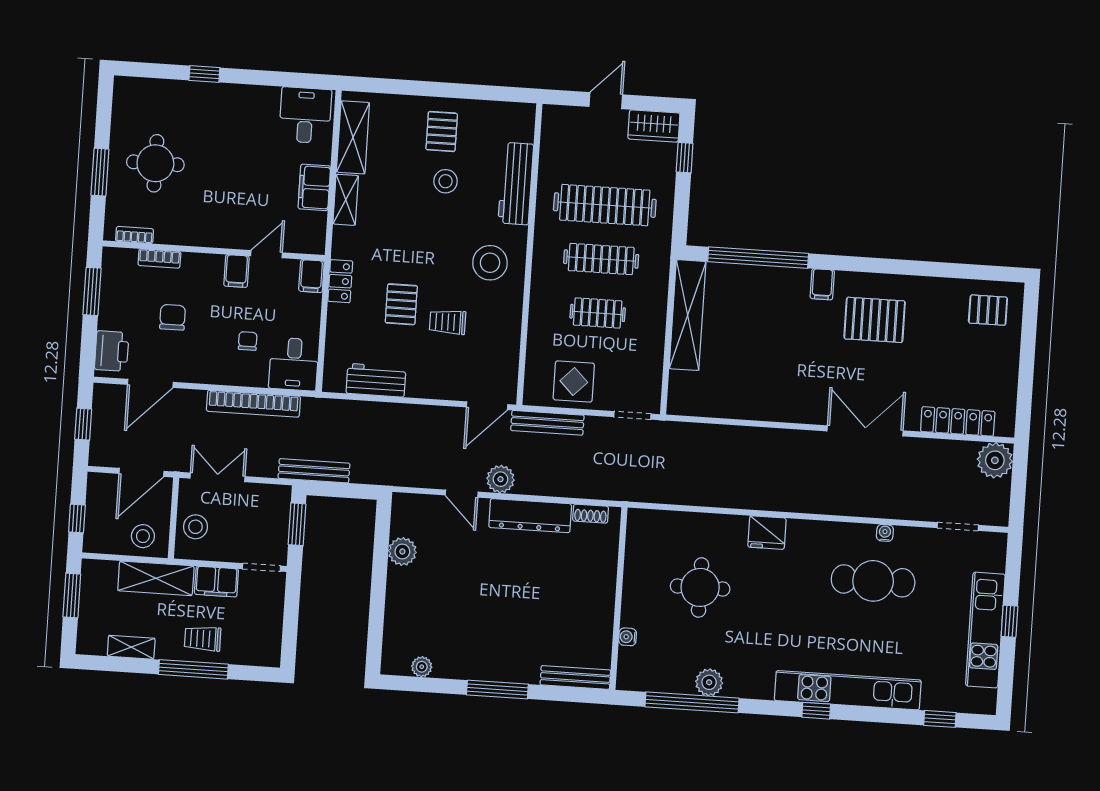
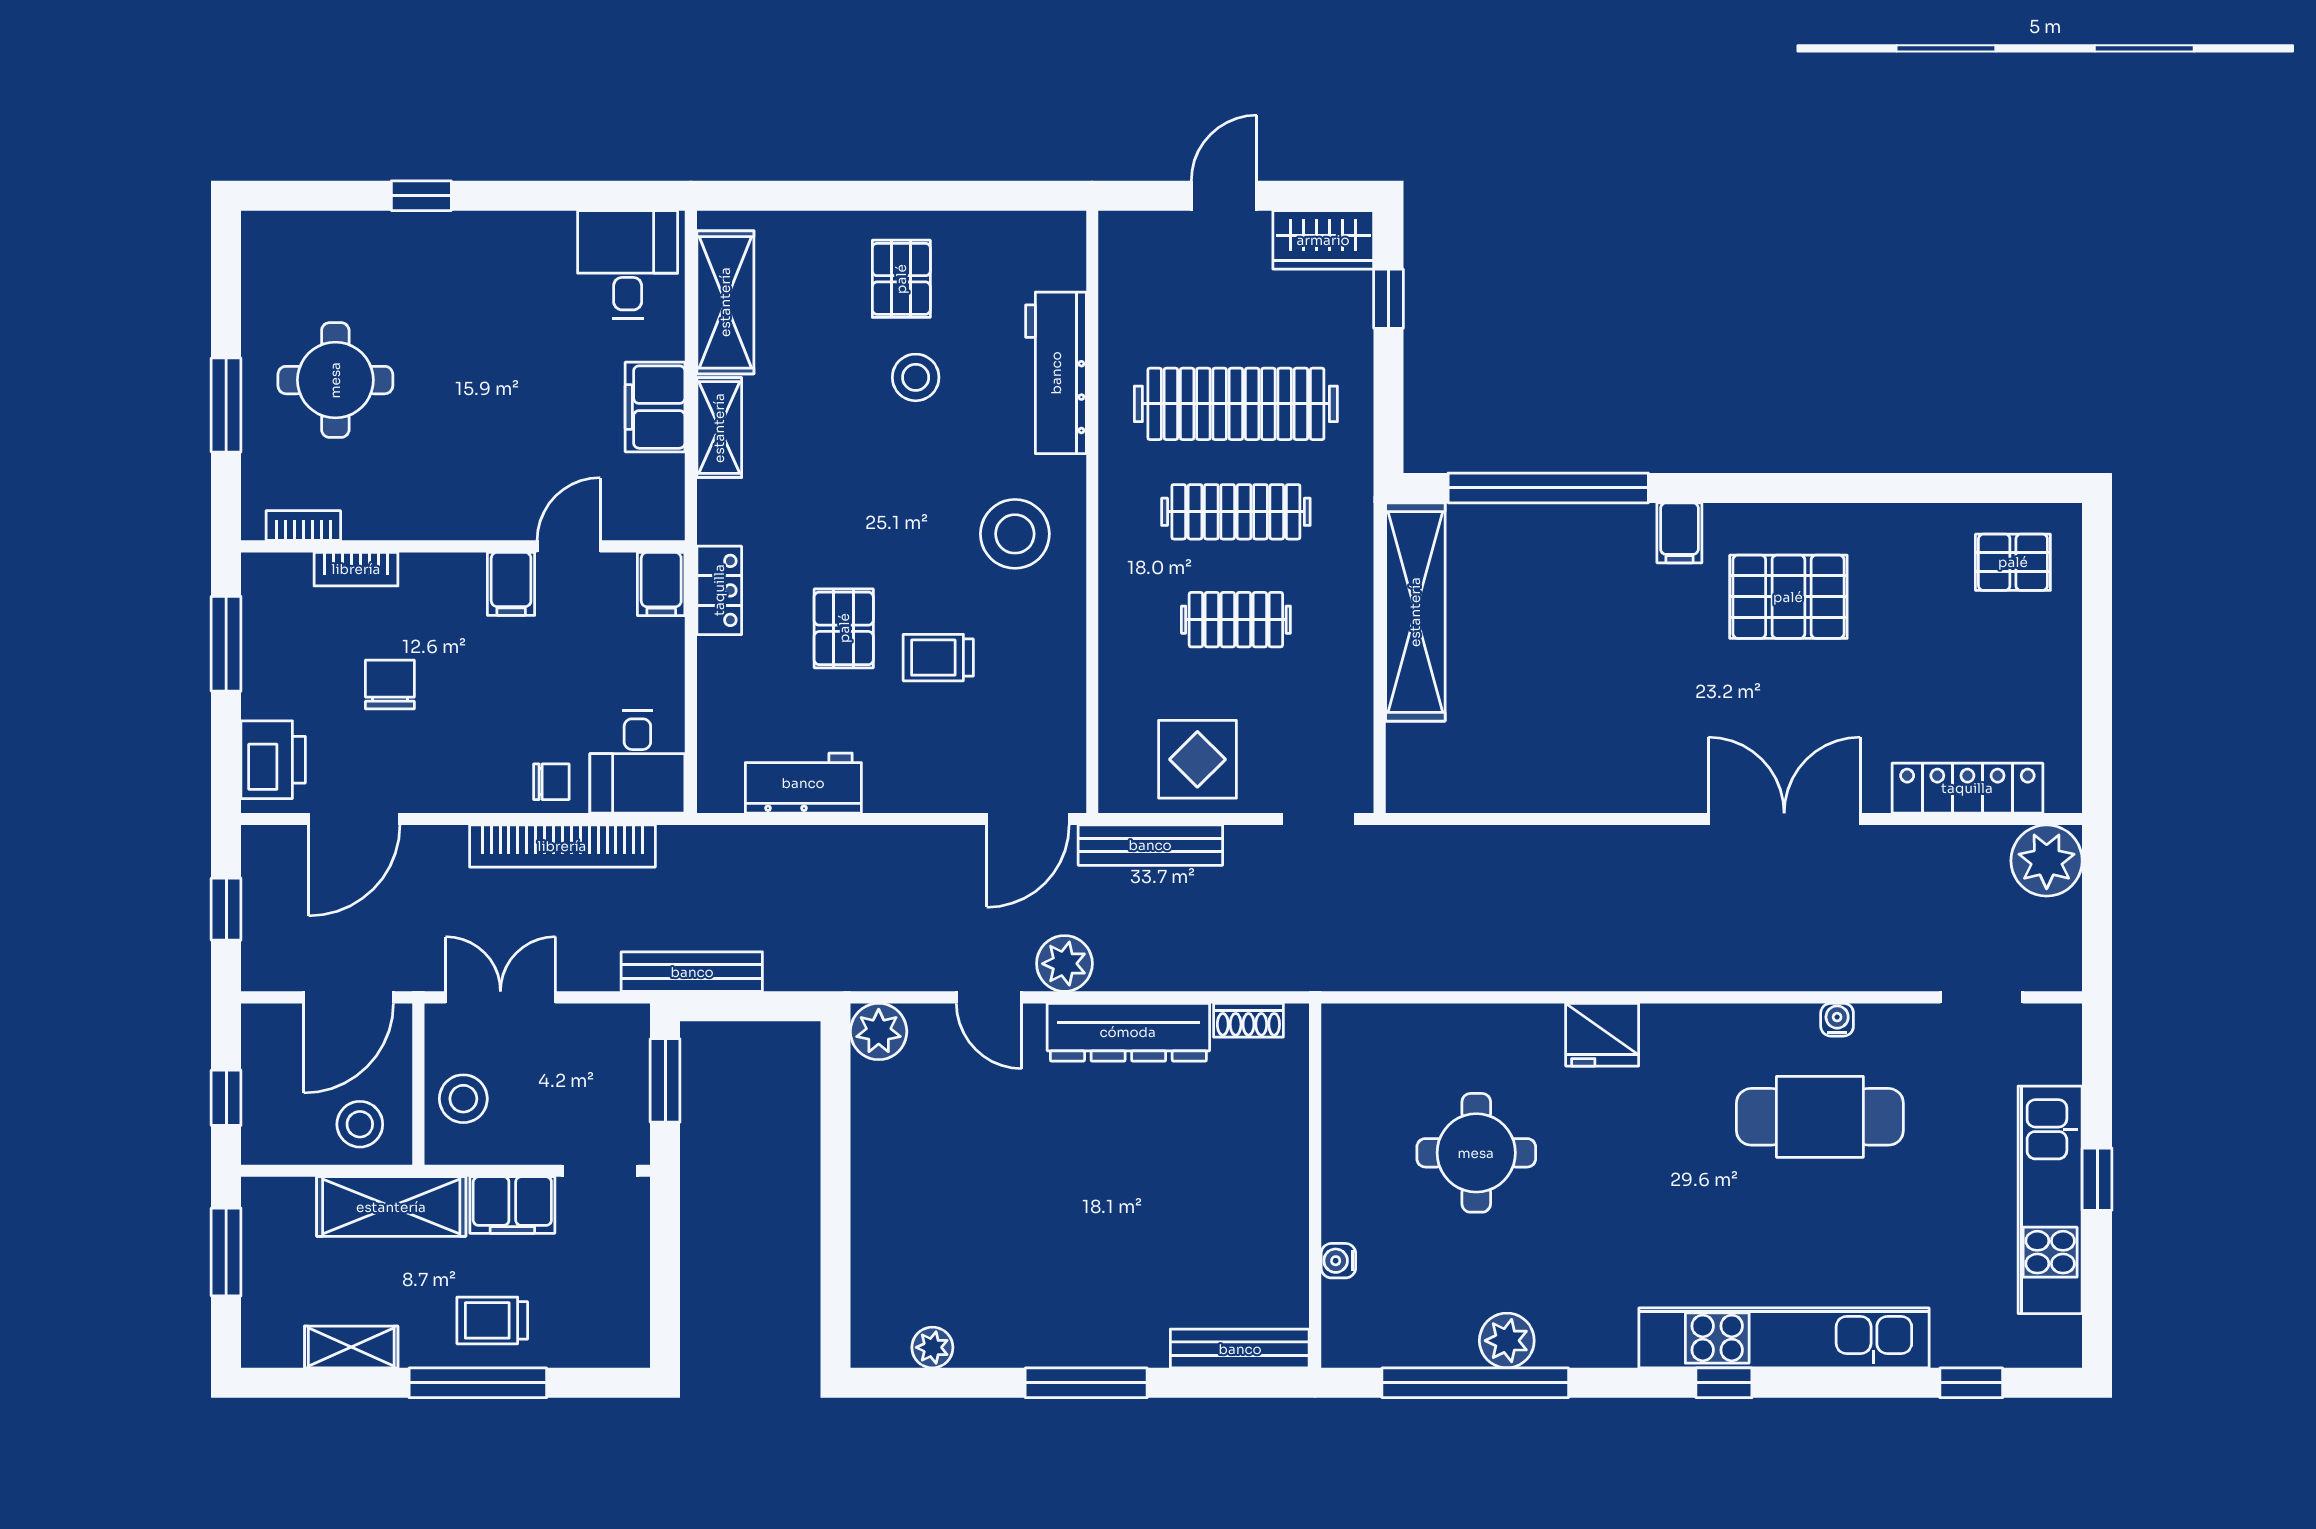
chair: (248, 341) -> (551, 782), moved, turned 90
plant: (402, 551) -> (879, 1031), moved

